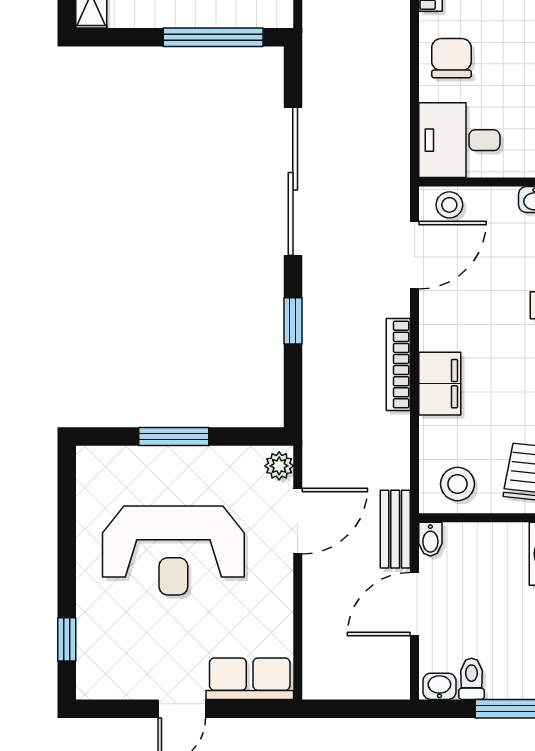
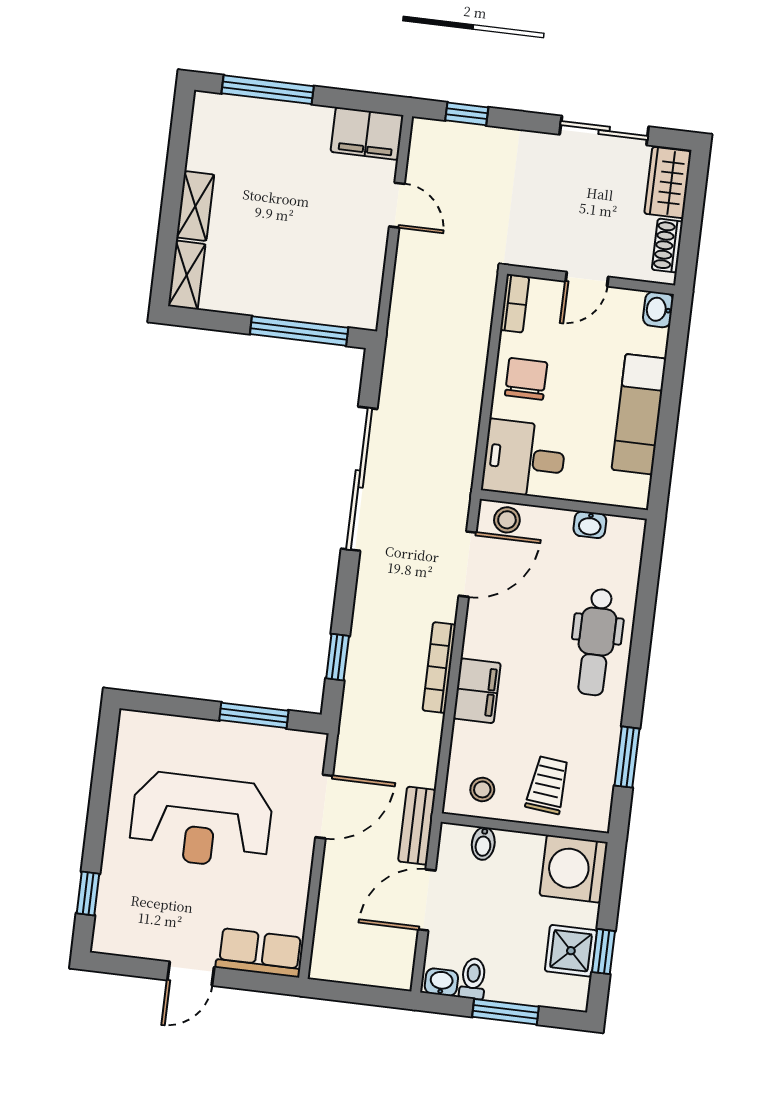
window: (293, 321) -> (338, 657), moved
window: (174, 436) -> (254, 715), moved
plant: (279, 466) -> (313, 751), removed
stool: (458, 484) -> (482, 789), width x0.73, depth x0.73
bidet: (430, 539) -> (483, 844), moved

